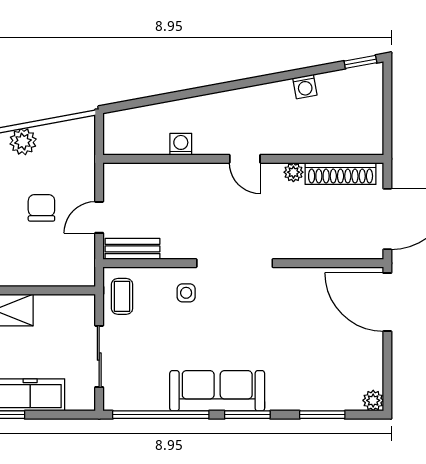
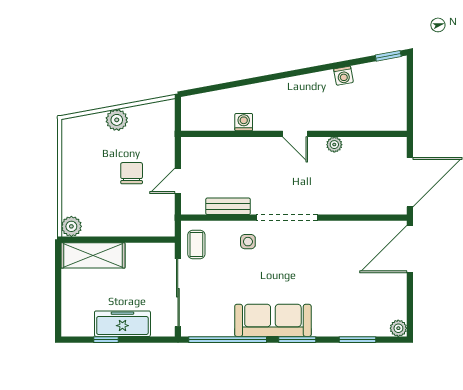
shoe rack: (341, 173) -> (372, 146), removed
bench: (132, 249) -> (228, 206), moved
door: (387, 302) -> (410, 249), hinge flipped
sliding door: (99, 356) -> (178, 293), width x1.37

